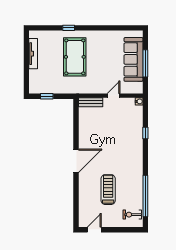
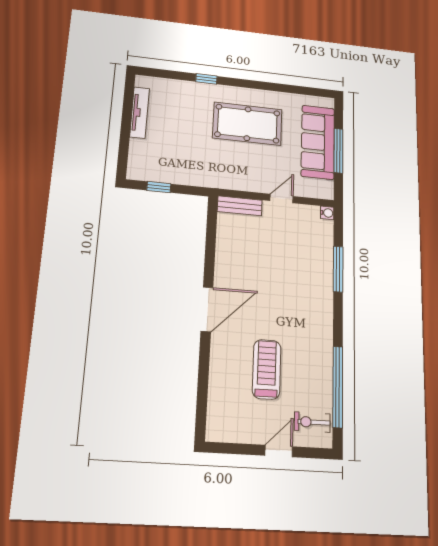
pool table: (75, 57) -> (247, 124), moved, turned 90
window: (145, 133) -> (338, 269), width x2.17
door: (94, 230) -> (279, 451), moved

